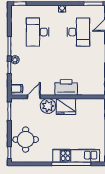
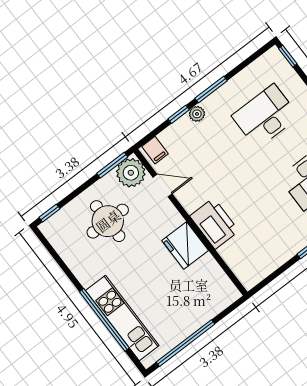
plant: (48, 106) -> (131, 173), moved
round table: (26, 140) -> (108, 221), moved

